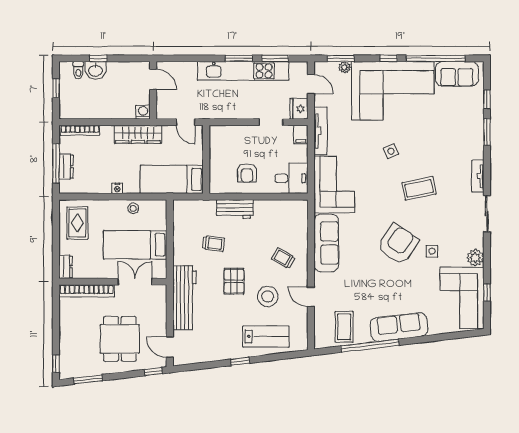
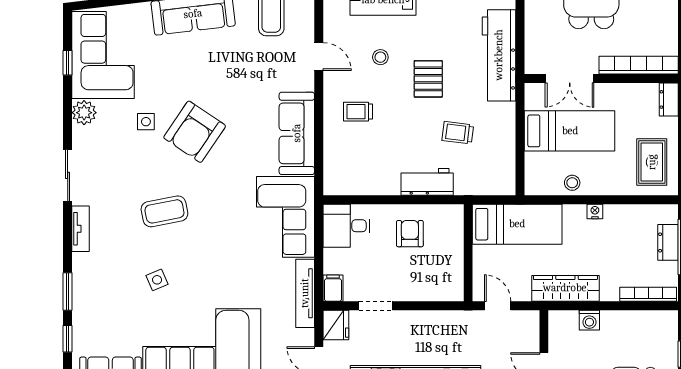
washing machine: (143, 112) -> (589, 320), moved
side table: (391, 151) -> (157, 280), moved
trolley: (283, 258) -> (358, 112), turned 150
stool: (268, 296) -> (380, 57), width x0.53, depth x0.53

